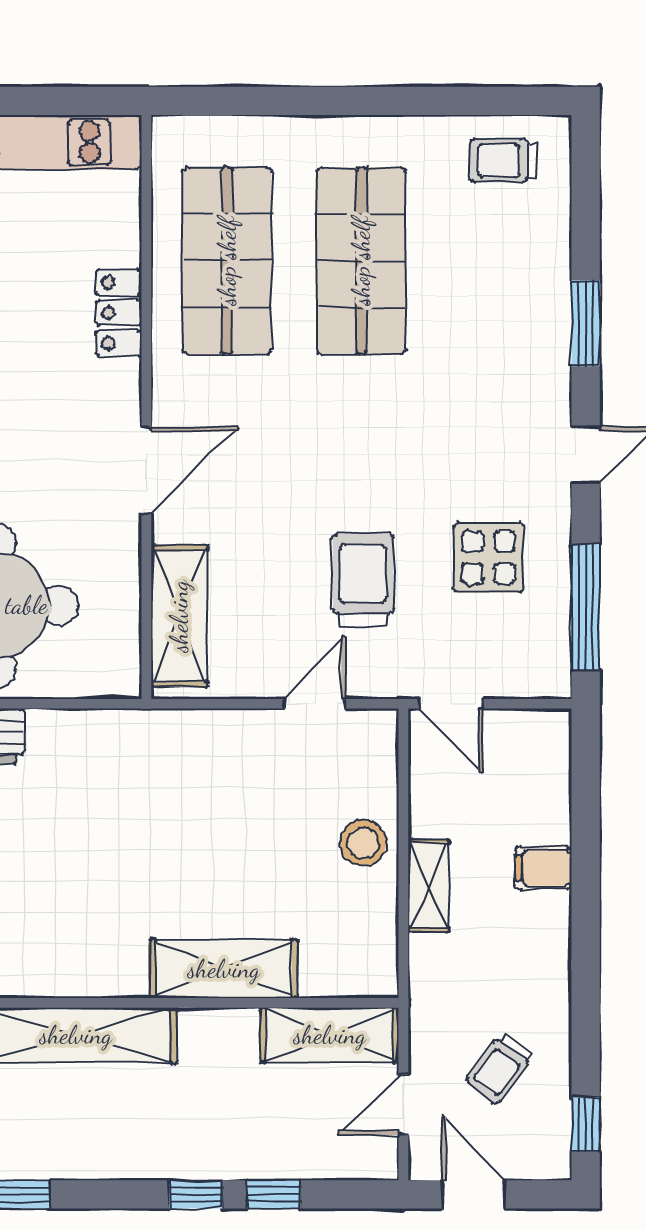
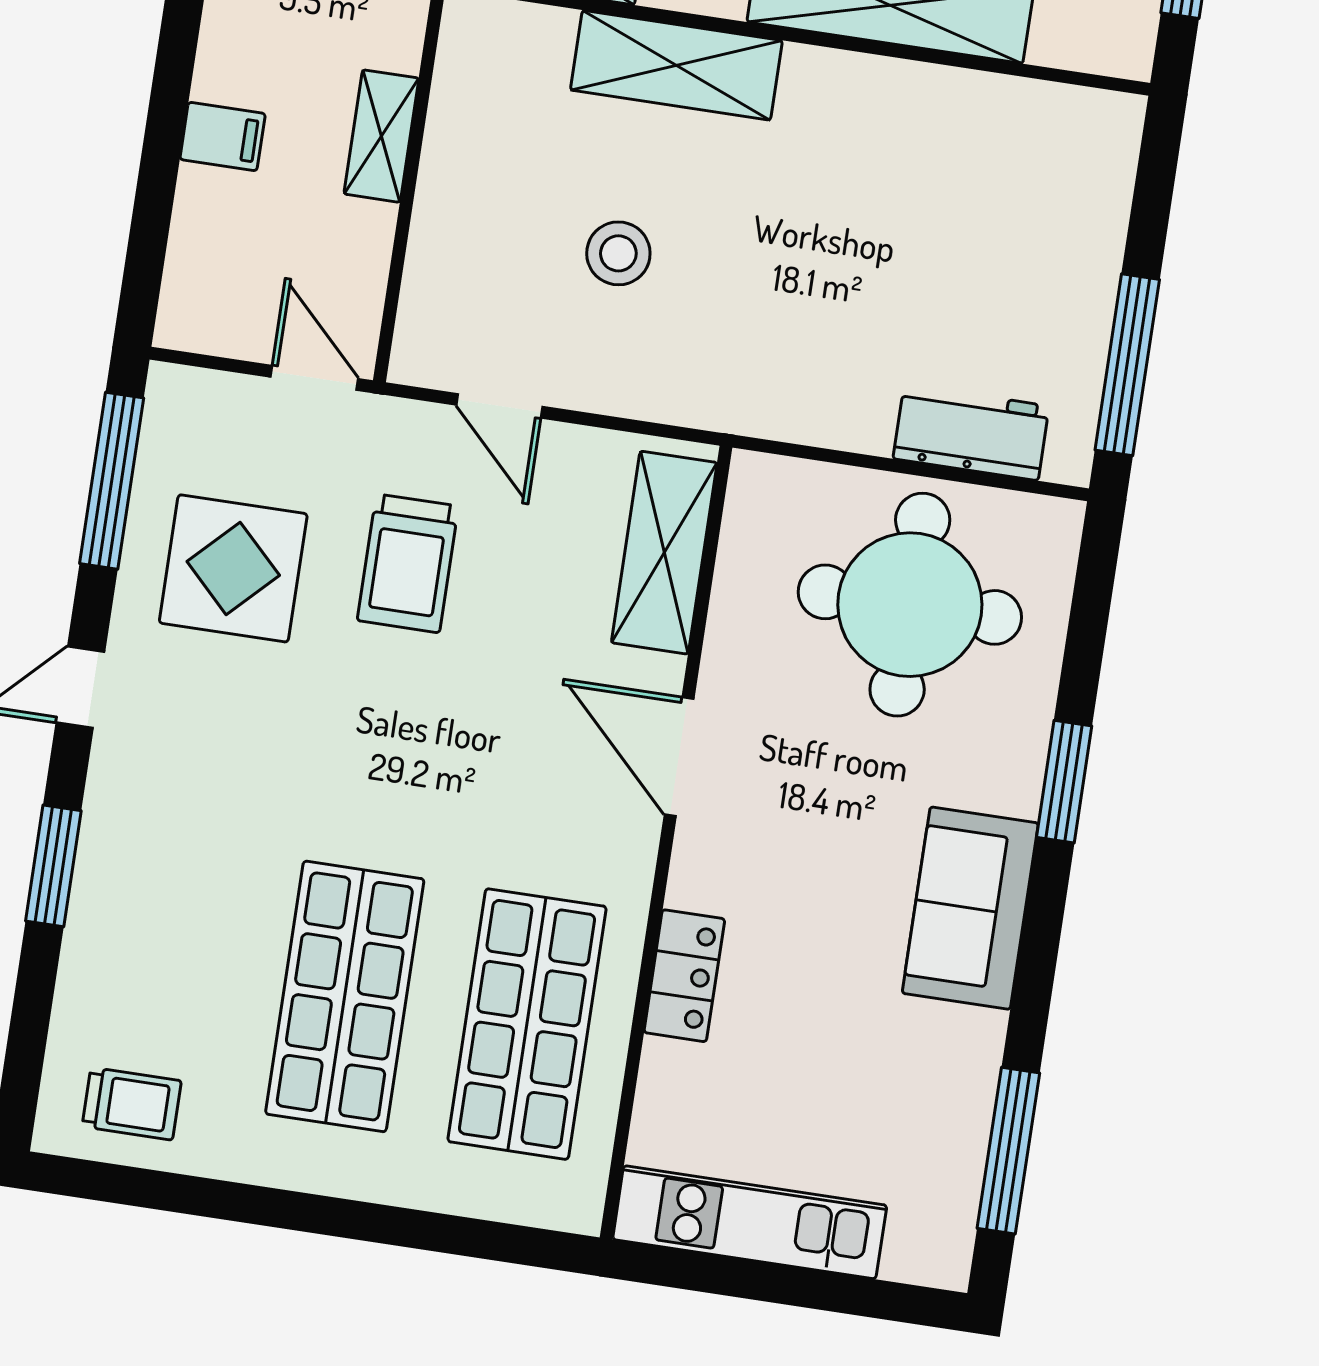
door: (146, 470) -> (679, 757), hinge flipped
display table: (488, 557) -> (233, 568), width x1.36, depth x1.36
door: (314, 704) -> (499, 406), hinge flipped
stool: (363, 843) -> (618, 253), moved

